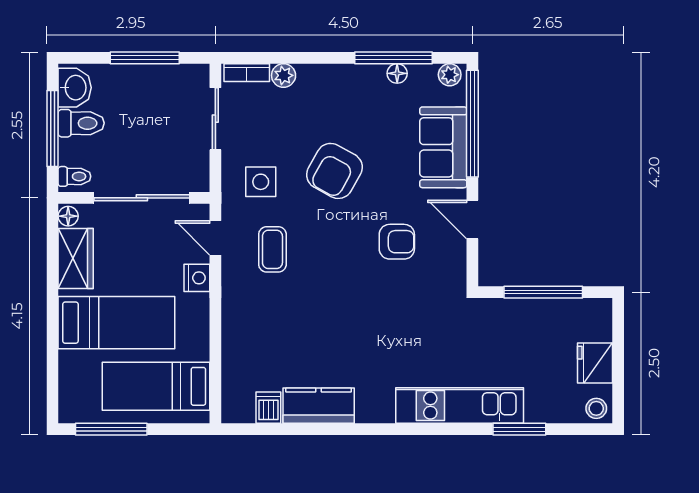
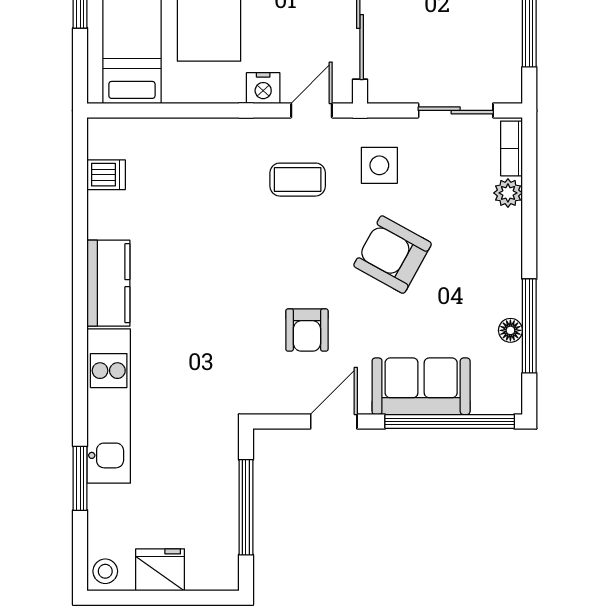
plant: (450, 75) -> (509, 394), removed
kitchen counter: (319, 406) -> (108, 283), moved

